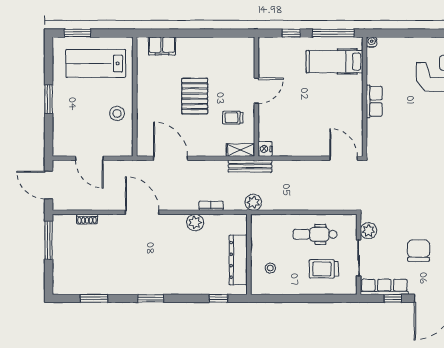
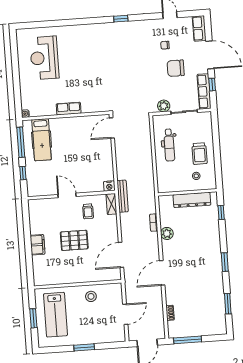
window: (78, 33) -> (33, 318), moved
filing cabinet: (162, 46) -> (38, 245), moved
plant: (253, 202) -> (149, 192), removed
trolley: (324, 269) -> (200, 154), moved

